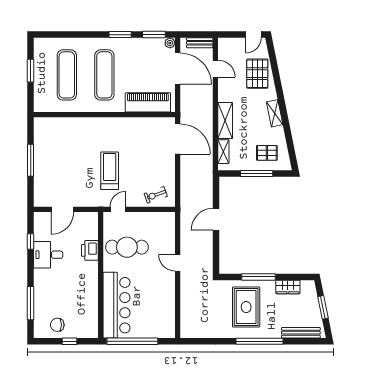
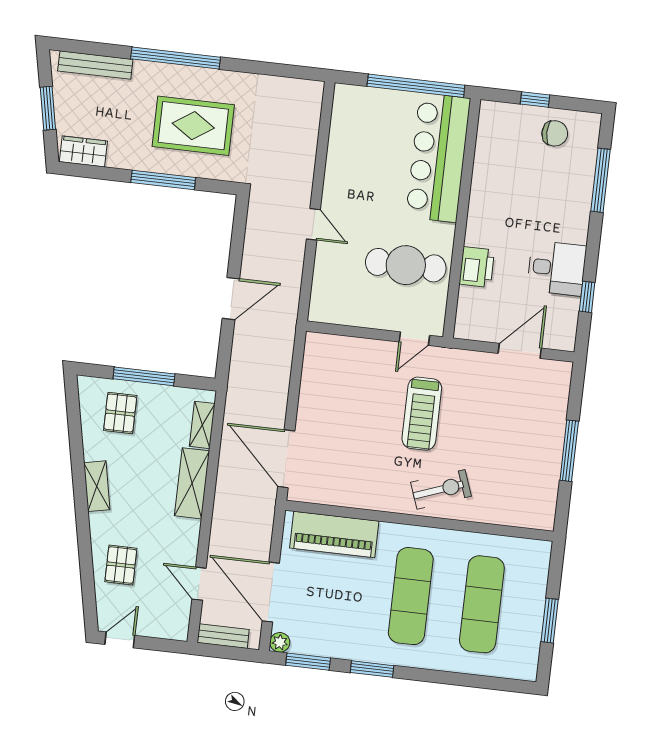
pallet: (257, 74) -> (121, 565), width x0.67, depth x0.71
pallet: (267, 153) -> (120, 413), turned 90
exercise bike: (156, 195) -> (441, 489), moved, width x1.38, depth x1.39
wardrobe: (288, 287) -> (83, 151), moved
rug: (246, 307) -> (193, 126), turned 90

